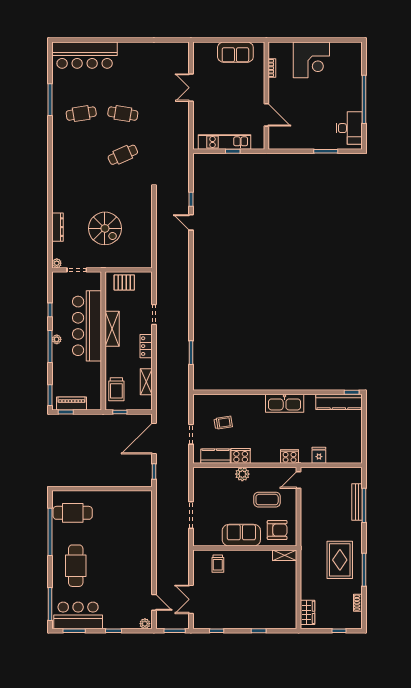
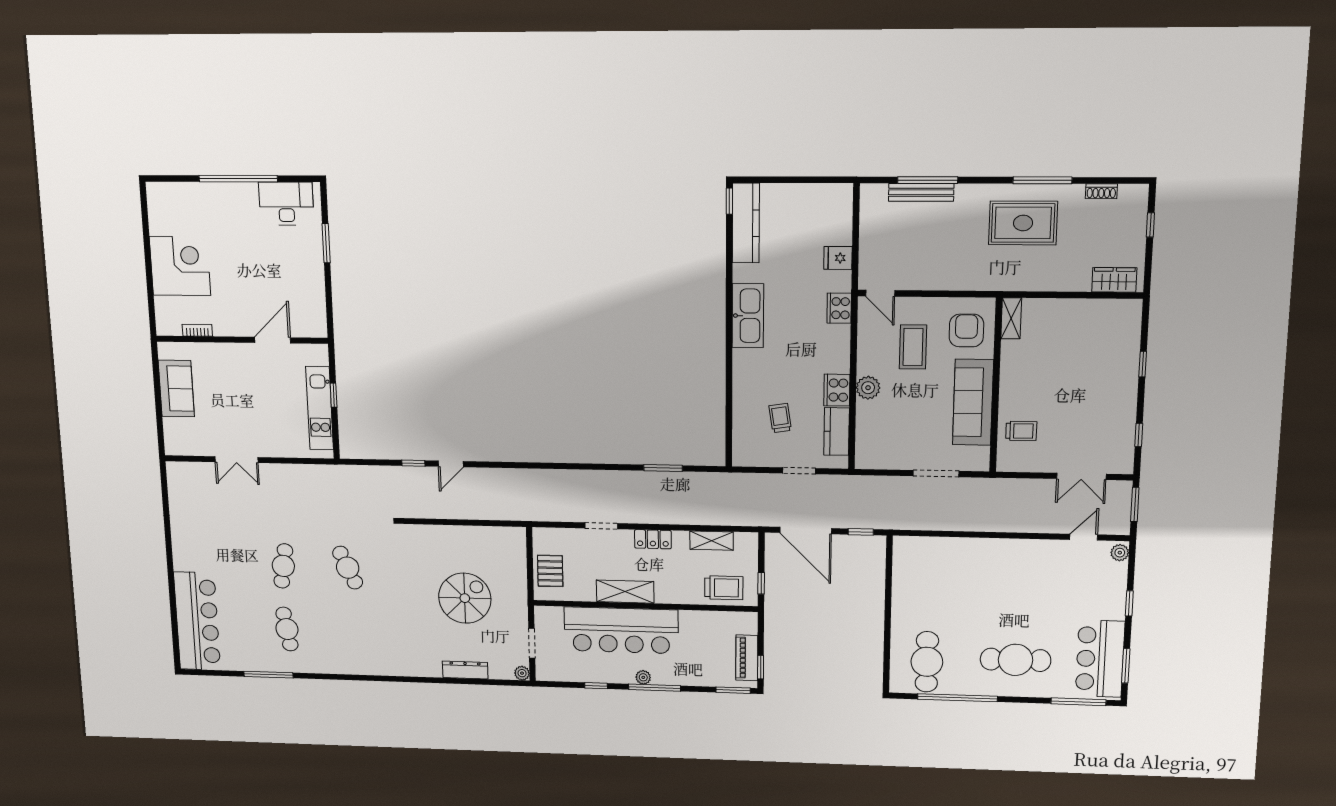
sofa: (241, 535) -> (973, 402), width x1.36

